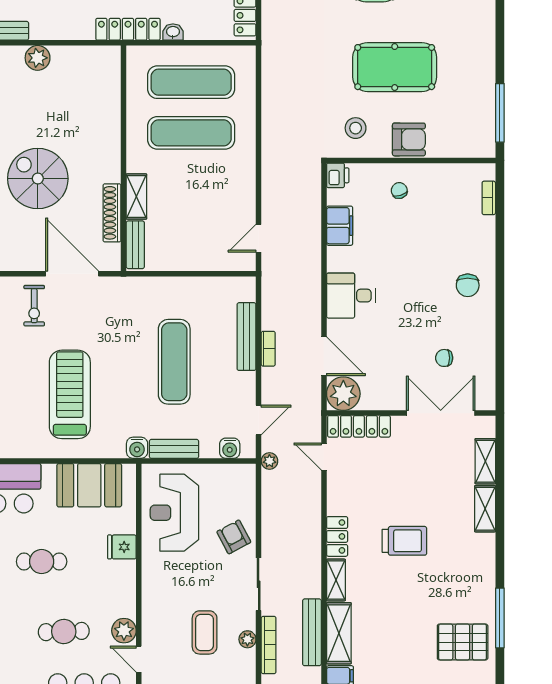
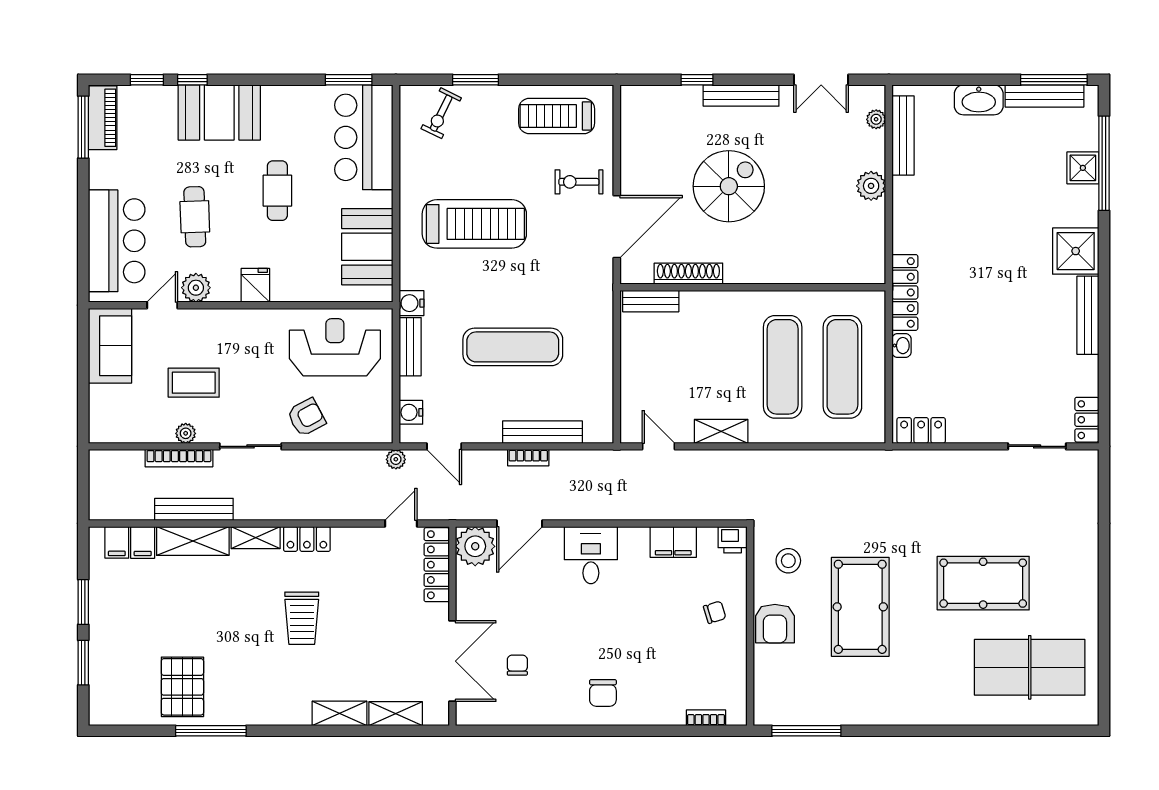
shelving: (136, 197) -> (721, 431), moved
chair: (468, 285) -> (603, 693), turned -90
fridge: (122, 547) -> (255, 285), moved

